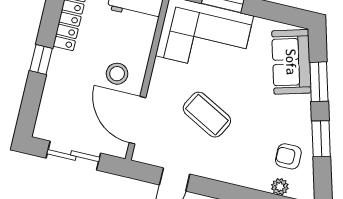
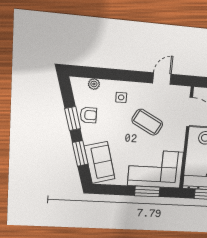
armchair: (288, 156) -> (88, 115), moved
side table: (242, 160) -> (121, 97), added

